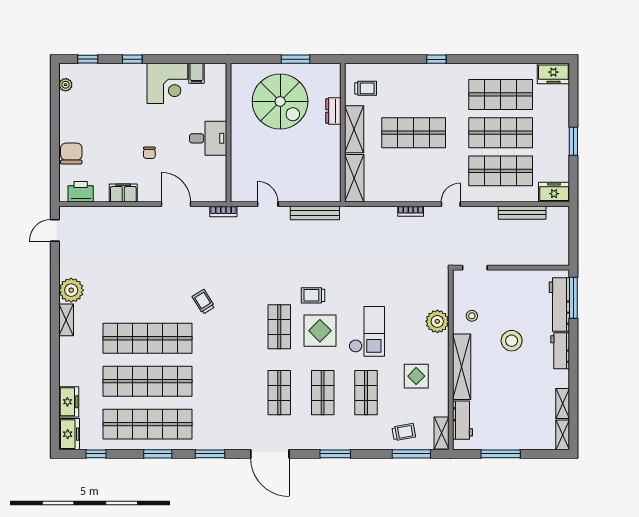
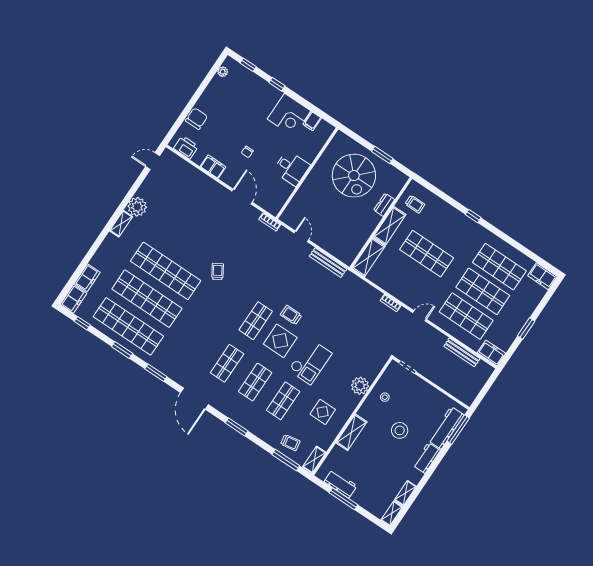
shelving: (462, 367) -> (351, 432), width x0.68
workbench: (463, 420) -> (341, 484), moved, turned -90

